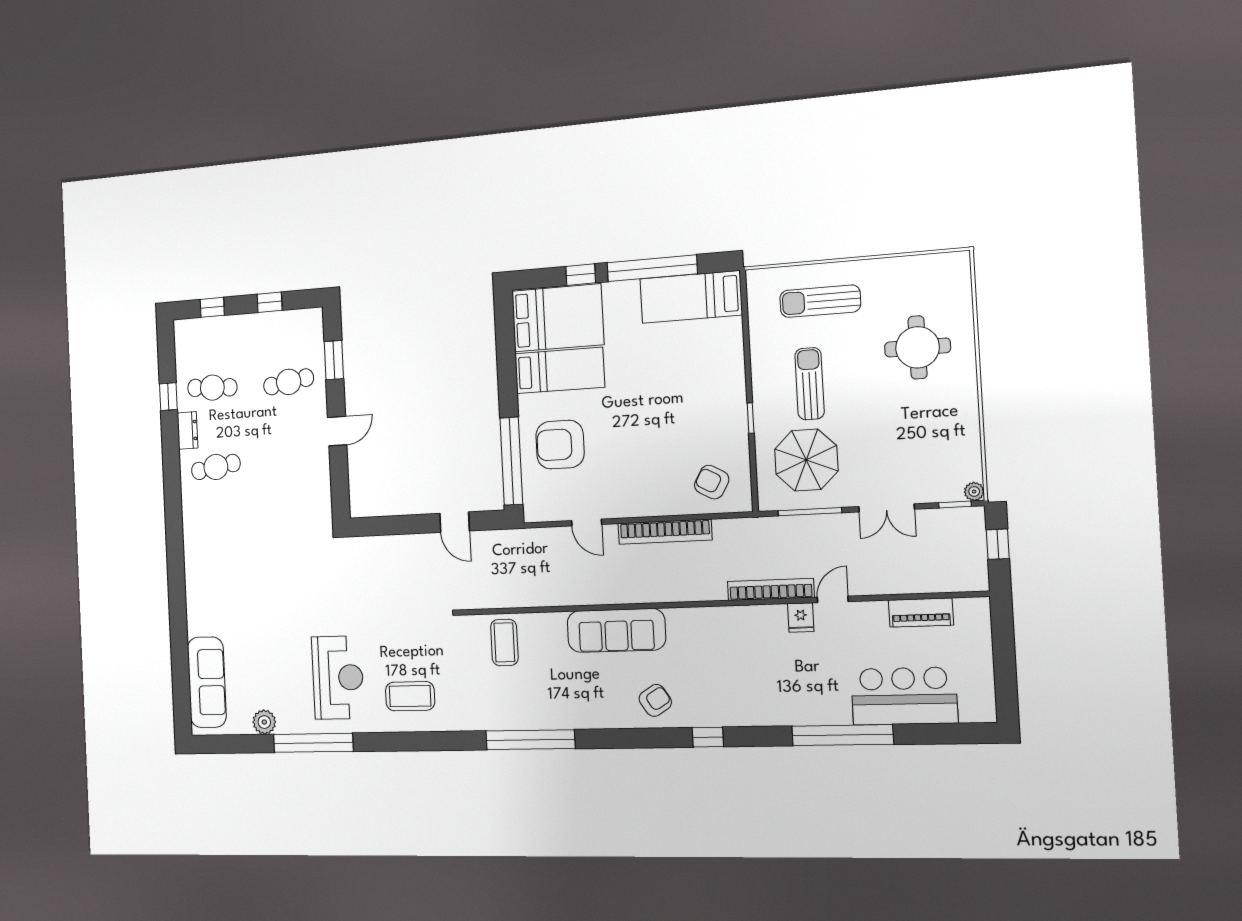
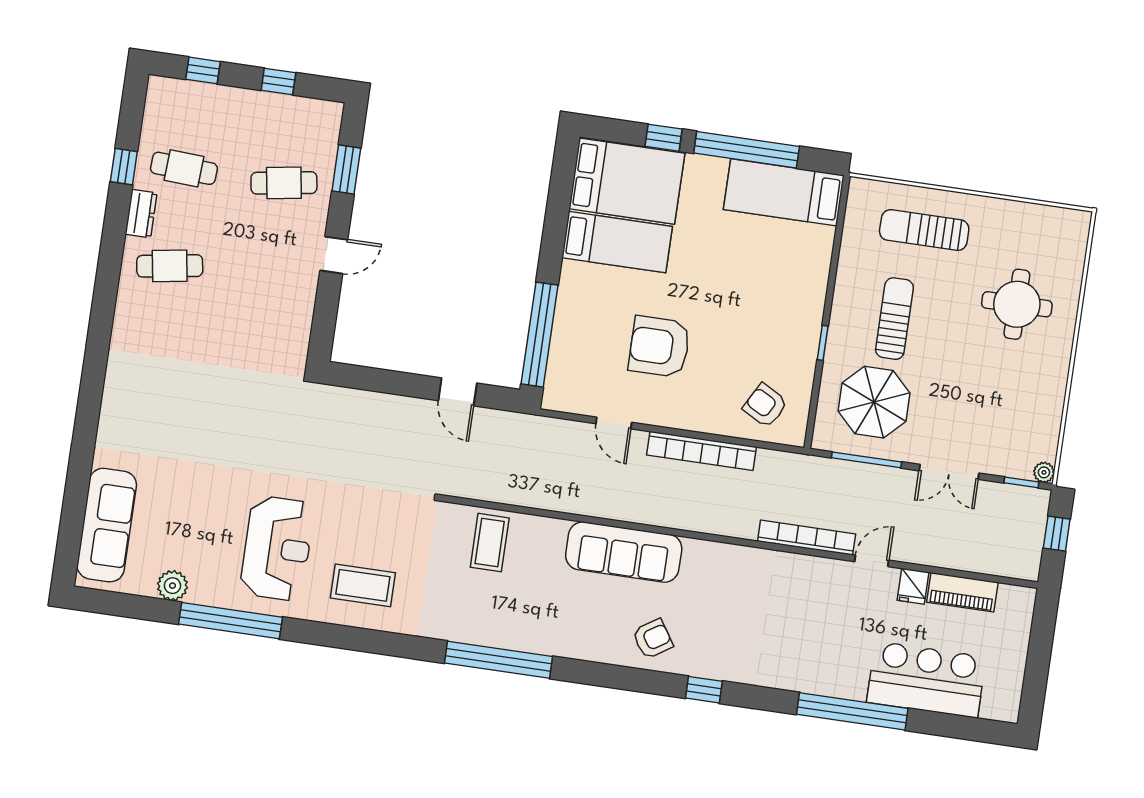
armchair: (560, 445) -> (659, 347), moved
fridge: (801, 617) -> (913, 586), moved

